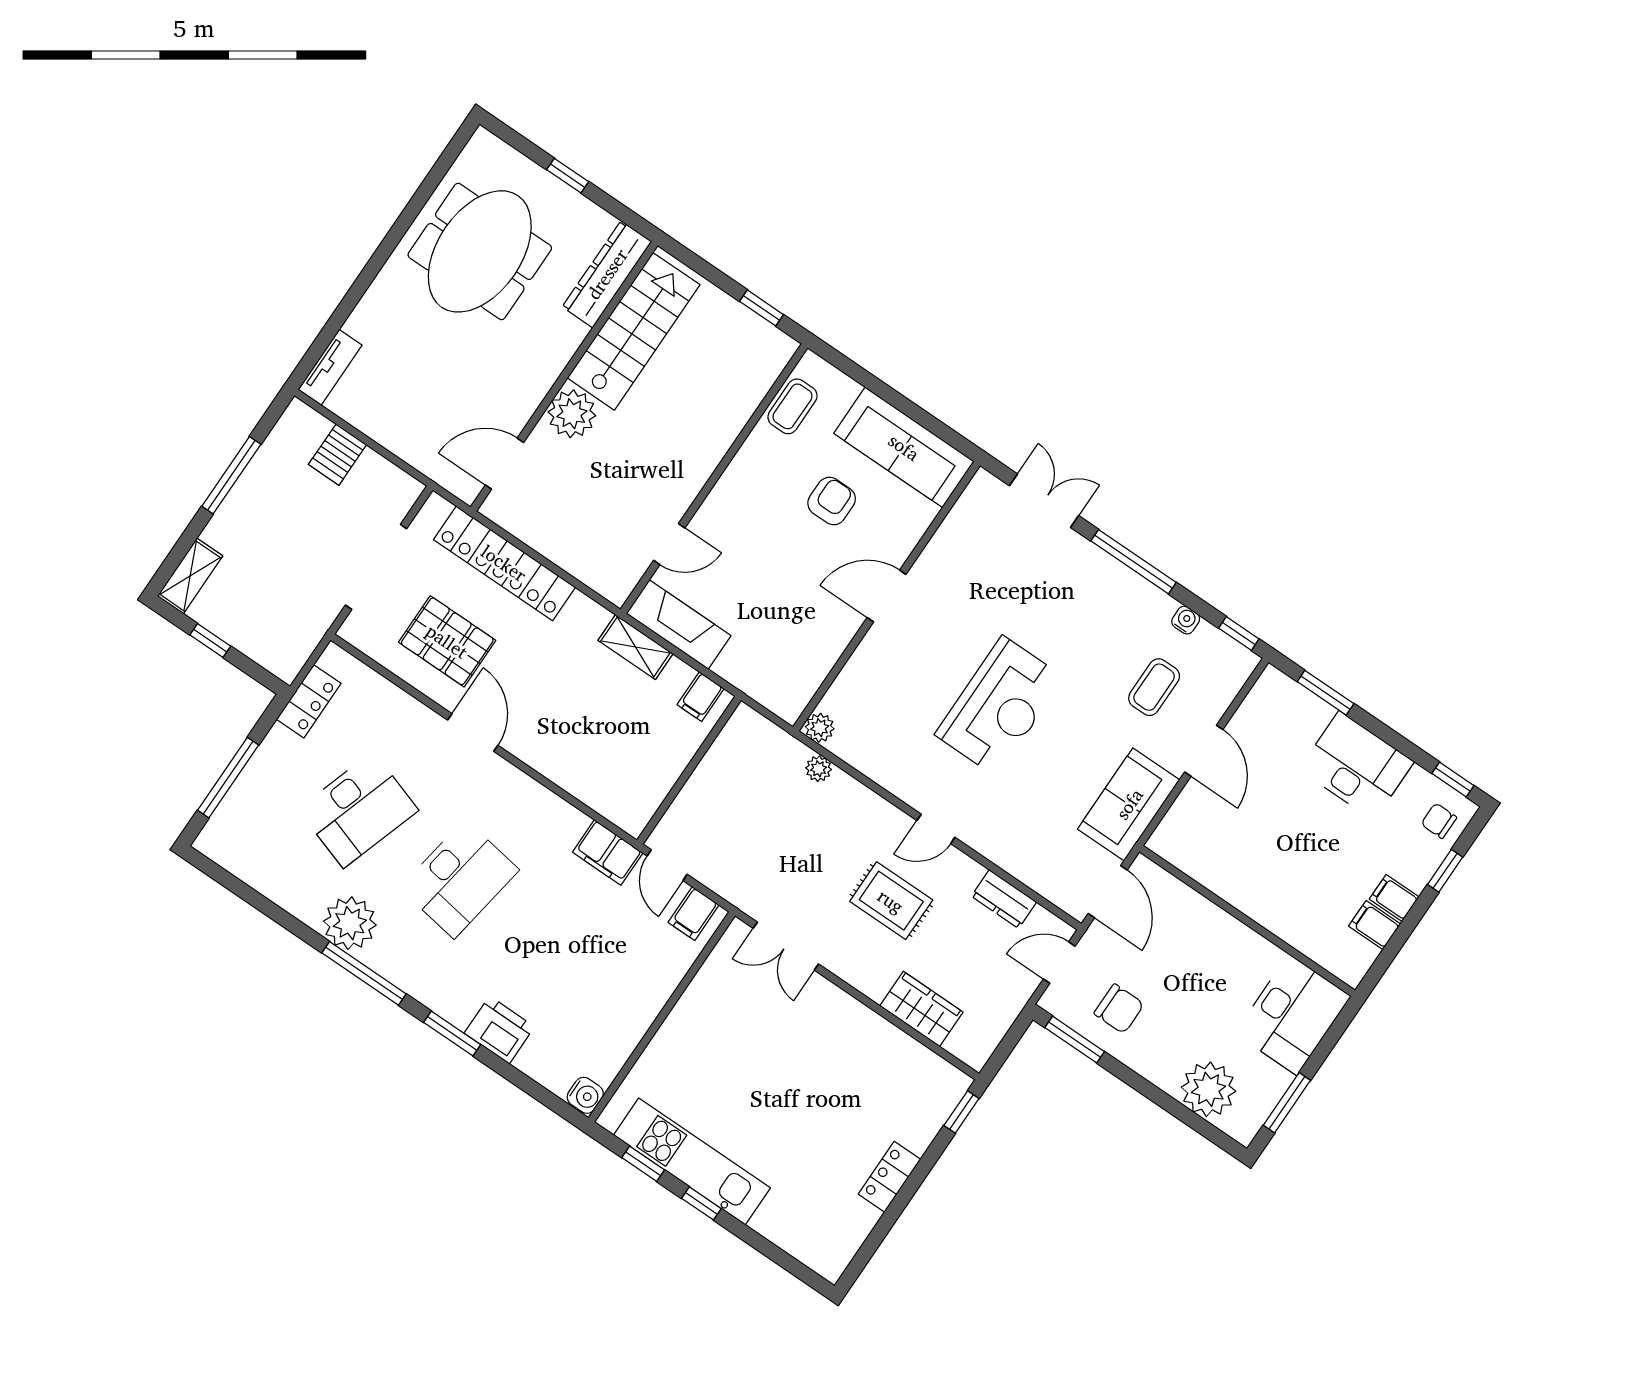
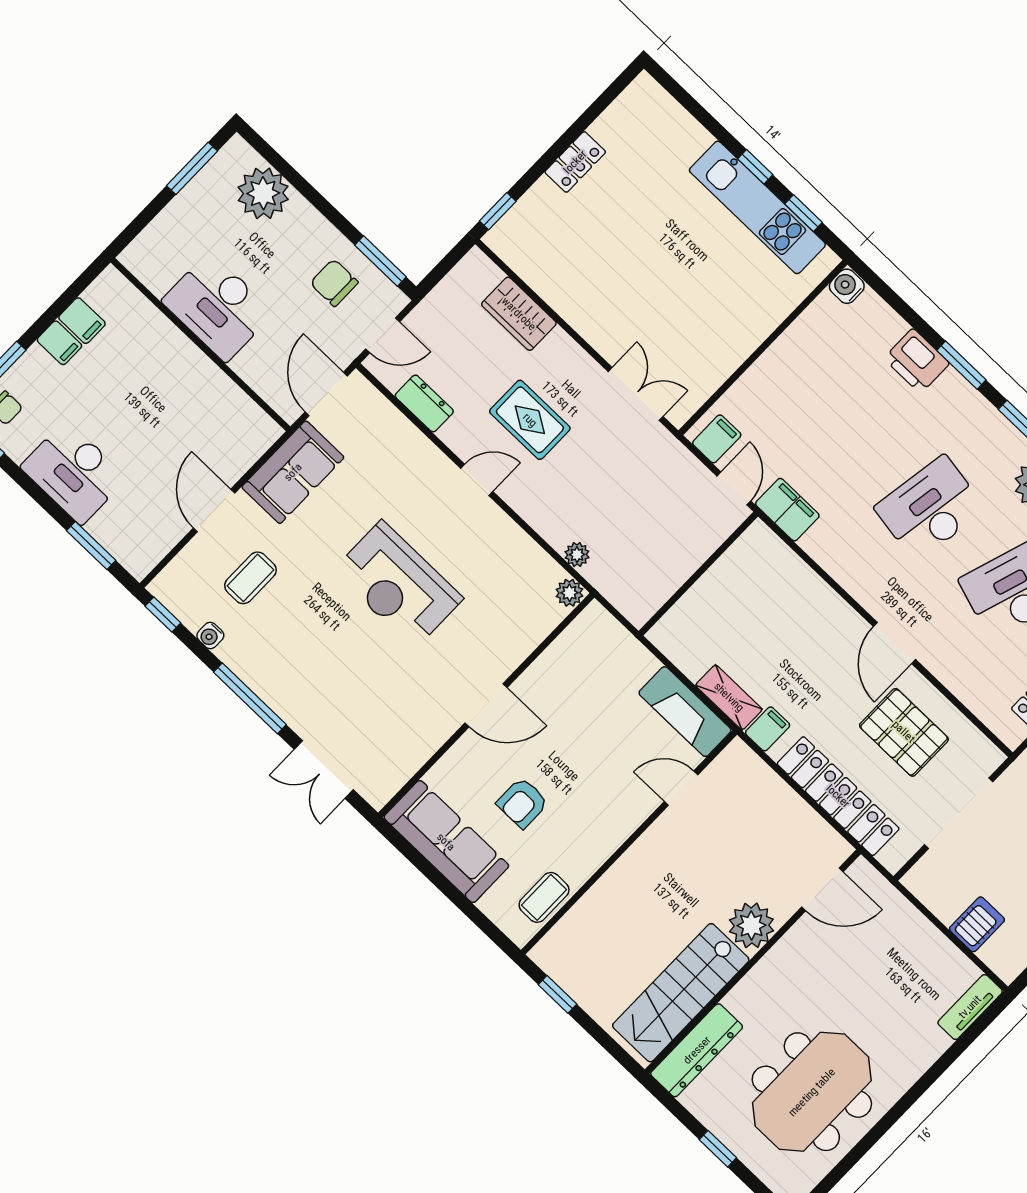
filing cabinet: (701, 697) -> (768, 729), moved
reception desk: (999, 706) -> (398, 585), turned -90
desk: (1293, 1015) -> (218, 307), moved, turned -90

